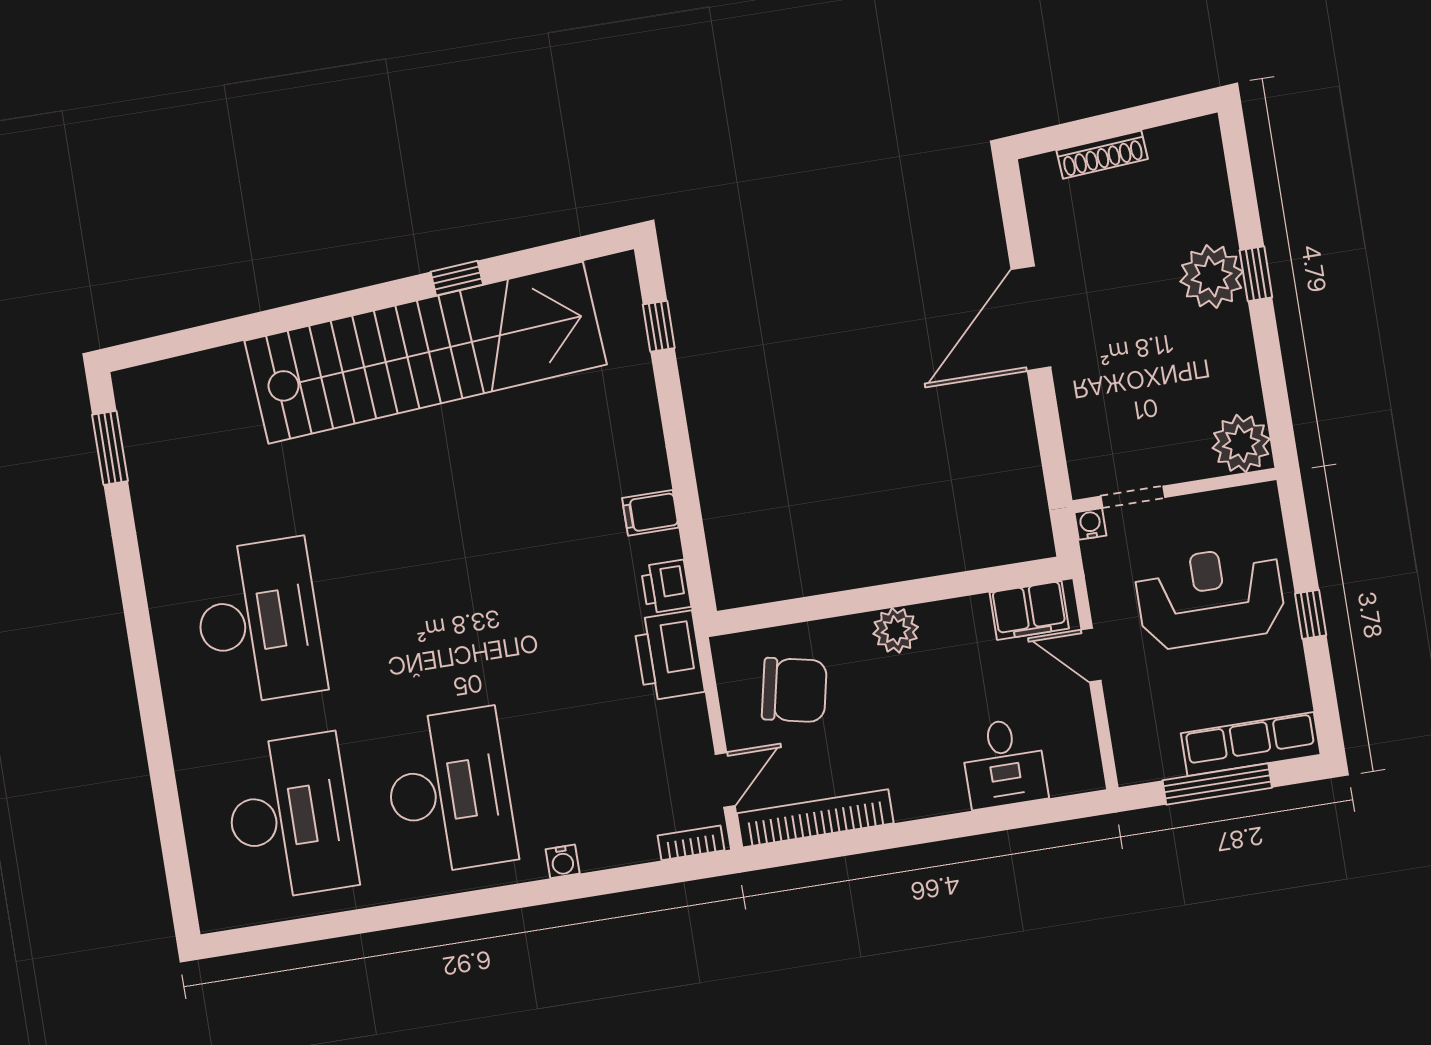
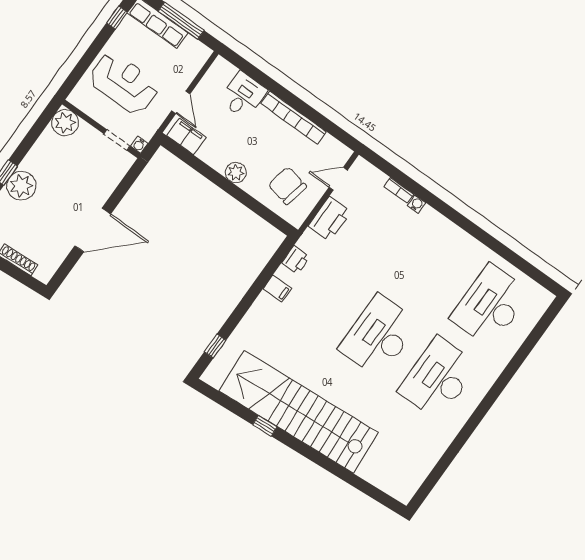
window: (110, 448) -> (431, 482), removed
reception desk: (1210, 597) -> (124, 83), turned 180
window: (1311, 614) -> (117, 18), moved
printer: (669, 656) -> (330, 219), moved
desk: (449, 791) -> (379, 336), moved
bookcase: (815, 818) -> (293, 118), moved
bookcase: (691, 843) -> (399, 190), moved

